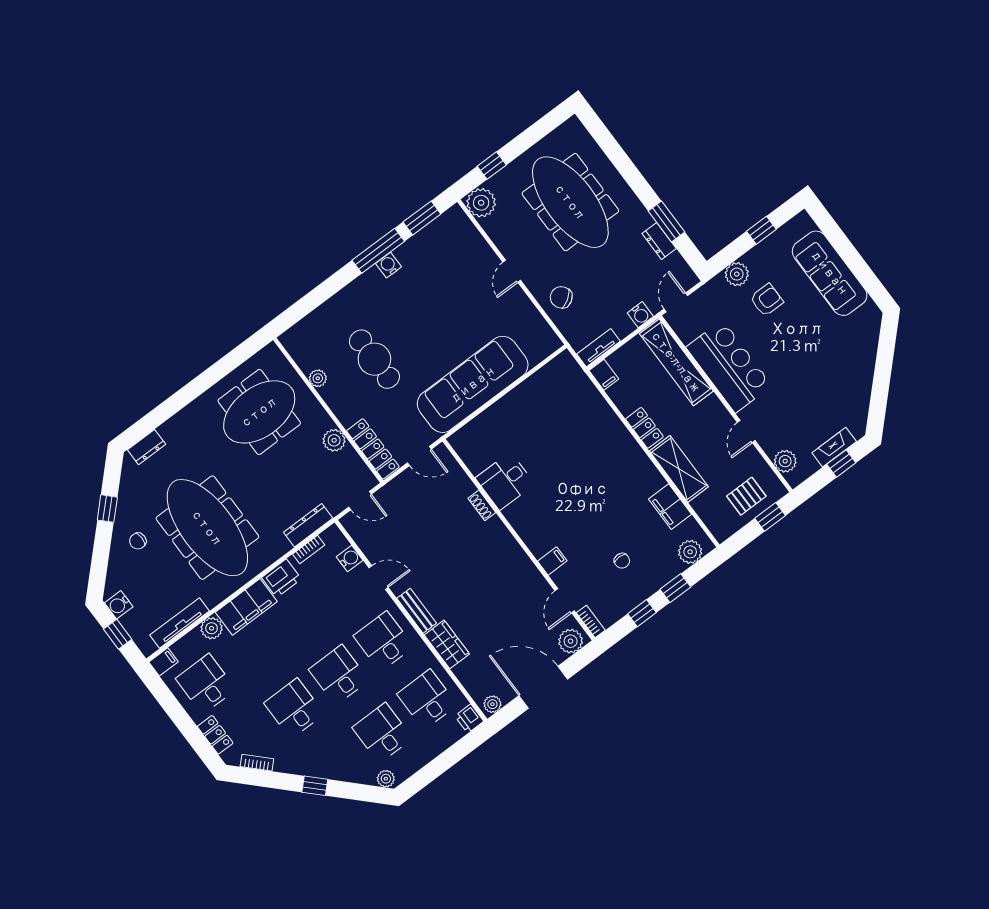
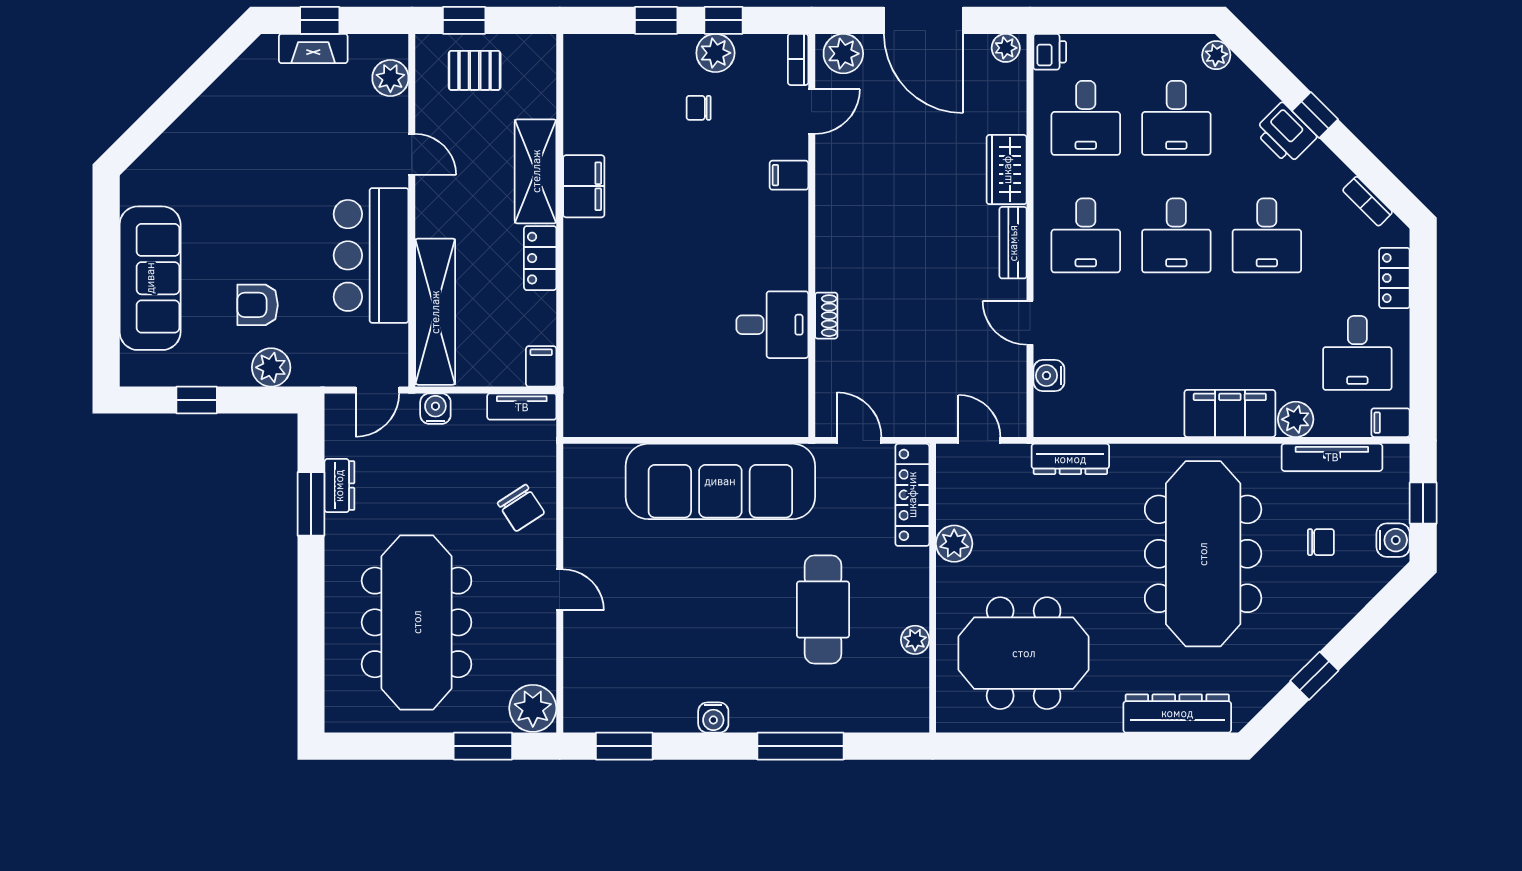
window: (492, 166) -> (483, 746), width x1.50
window: (378, 251) -> (800, 746), moved
door: (512, 271) -> (560, 590), hinge flipped
door: (746, 431) -> (412, 154), hinge flipped
dresser: (147, 447) -> (1177, 713), width x1.96, depth x1.24
filing cabinet: (670, 507) -> (584, 186), moved
chair: (138, 541) -> (1321, 542), moved
bookcase: (309, 550) -> (1093, 427), removed
plant: (690, 552) -> (715, 53), moved
chair: (622, 561) -> (699, 108), turned -90
printer: (281, 578) -> (1285, 134), moved, turned -135

